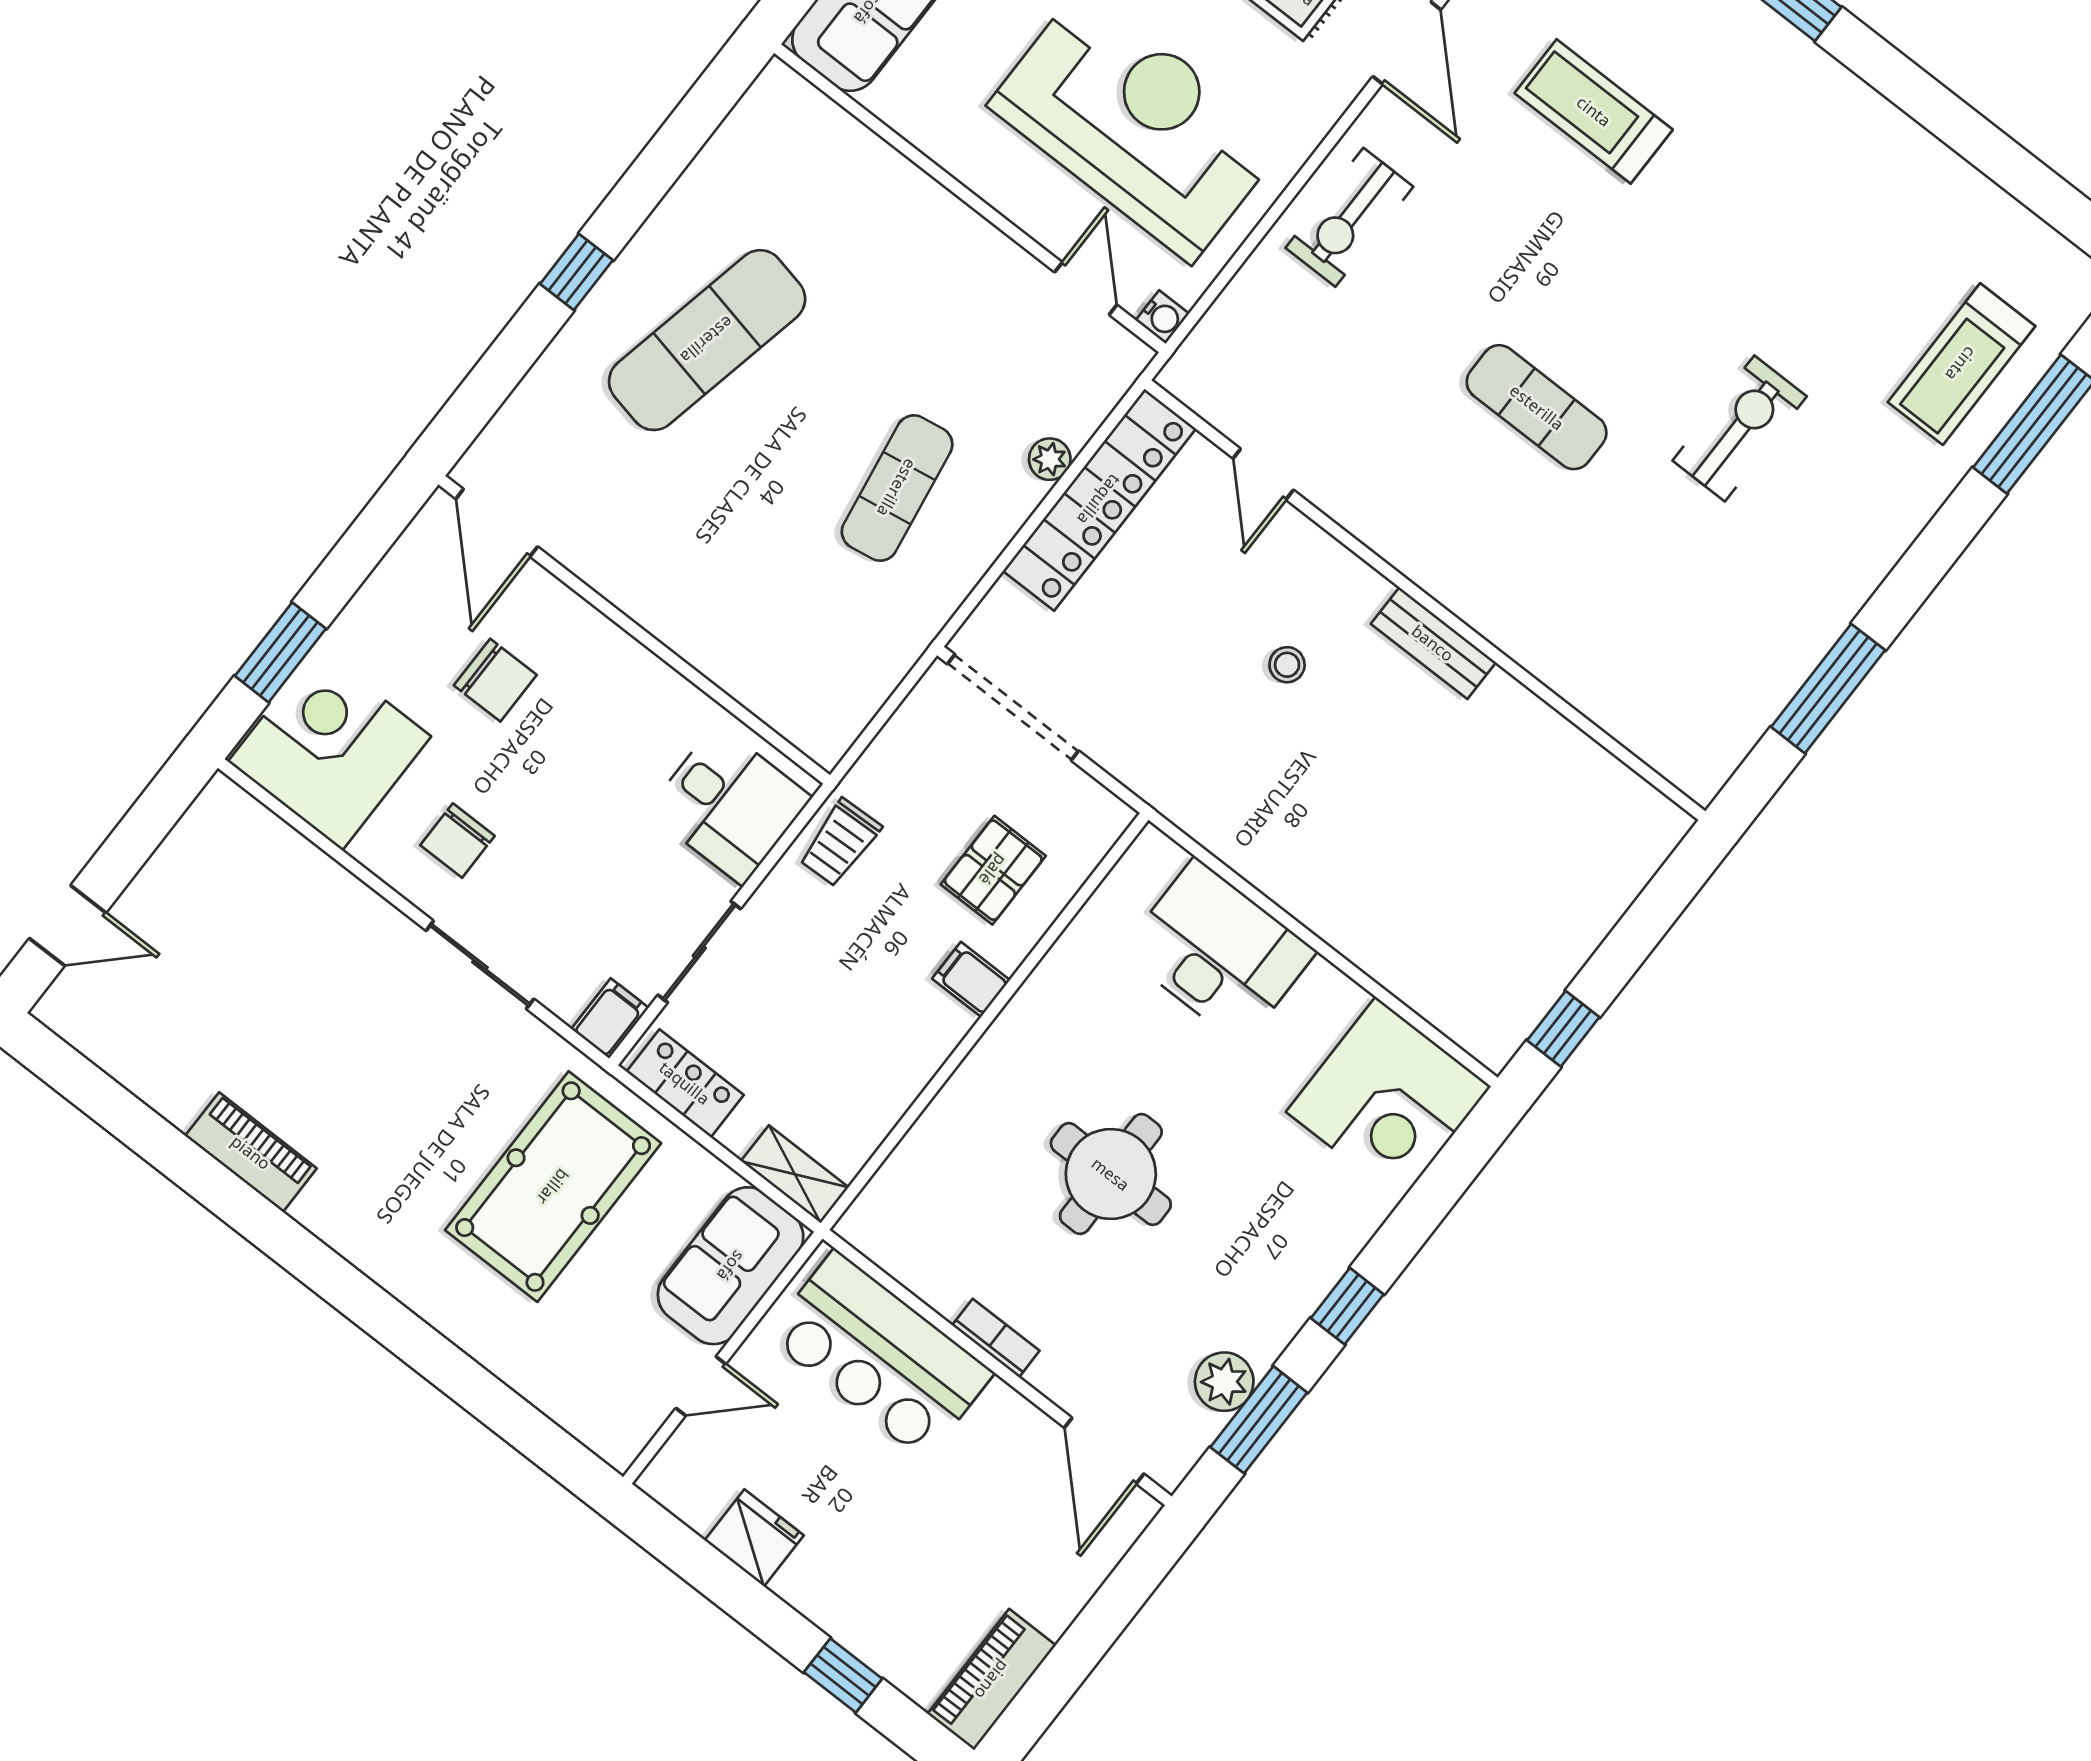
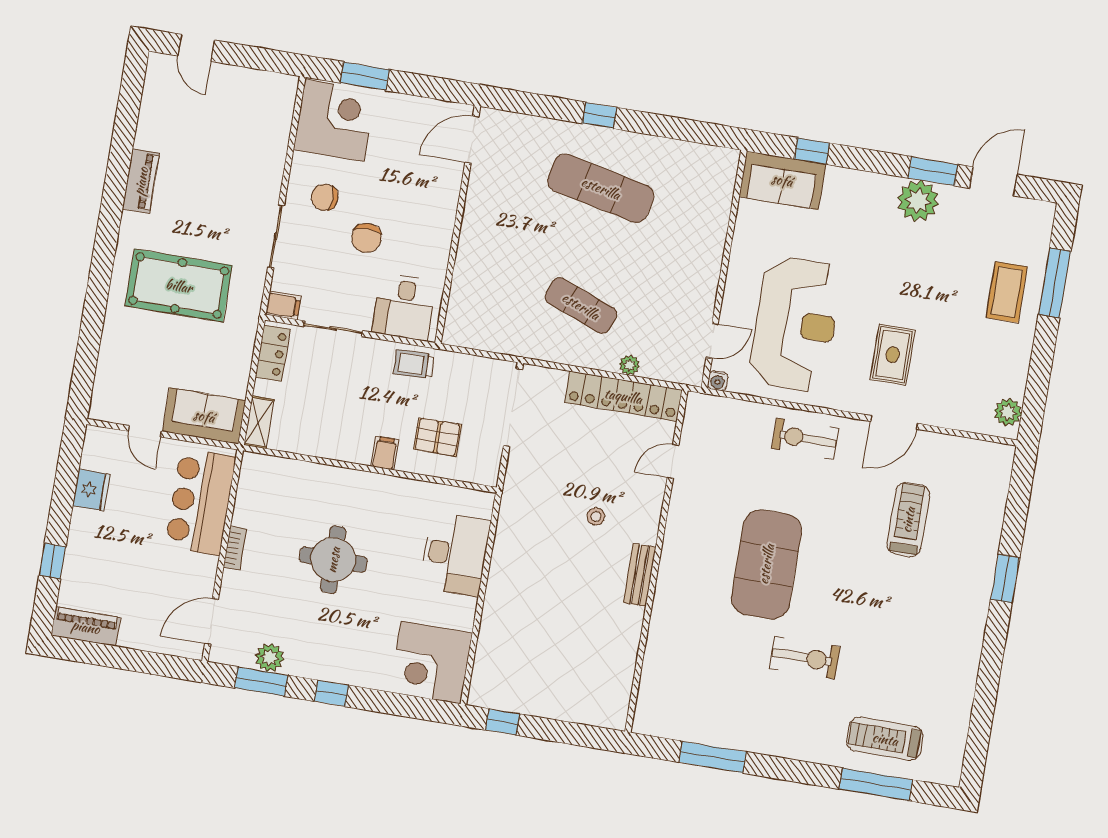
exercise mat: (1537, 407) -> (766, 564), width x2.00, depth x1.45
exercise mat: (897, 488) -> (581, 306), turned 30
chair: (495, 680) -> (366, 238), moved
pool table: (553, 1187) -> (179, 286), moved

